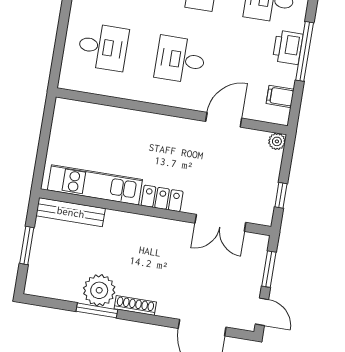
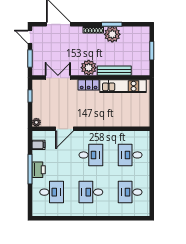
bench: (71, 212) -> (114, 71), moved
plant: (156, 232) -> (89, 68), added

